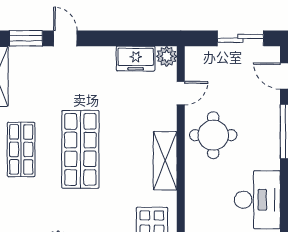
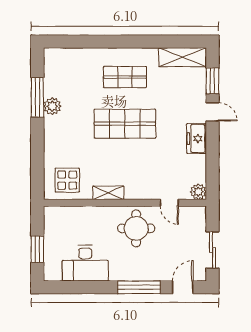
door: (65, 38) -> (212, 112), hinge flipped
freezer: (136, 59) -> (196, 138), moved
shelving: (165, 161) -> (108, 193), width x0.67, depth x0.75

